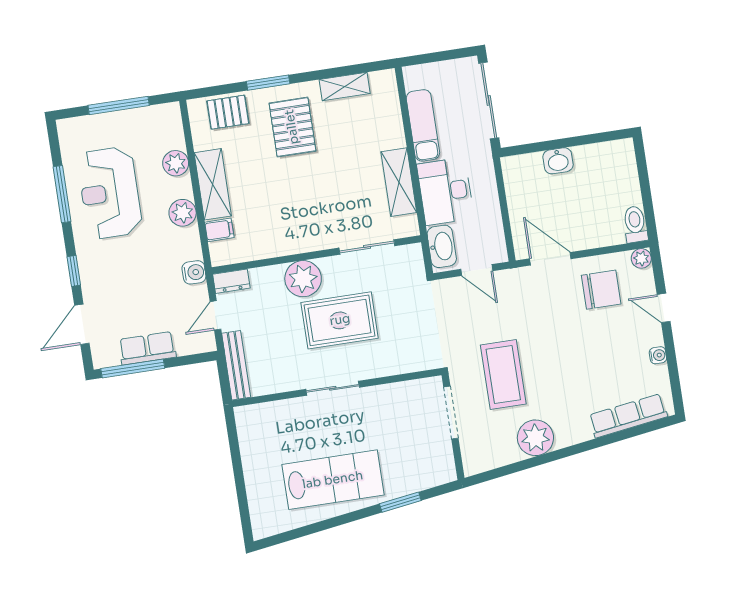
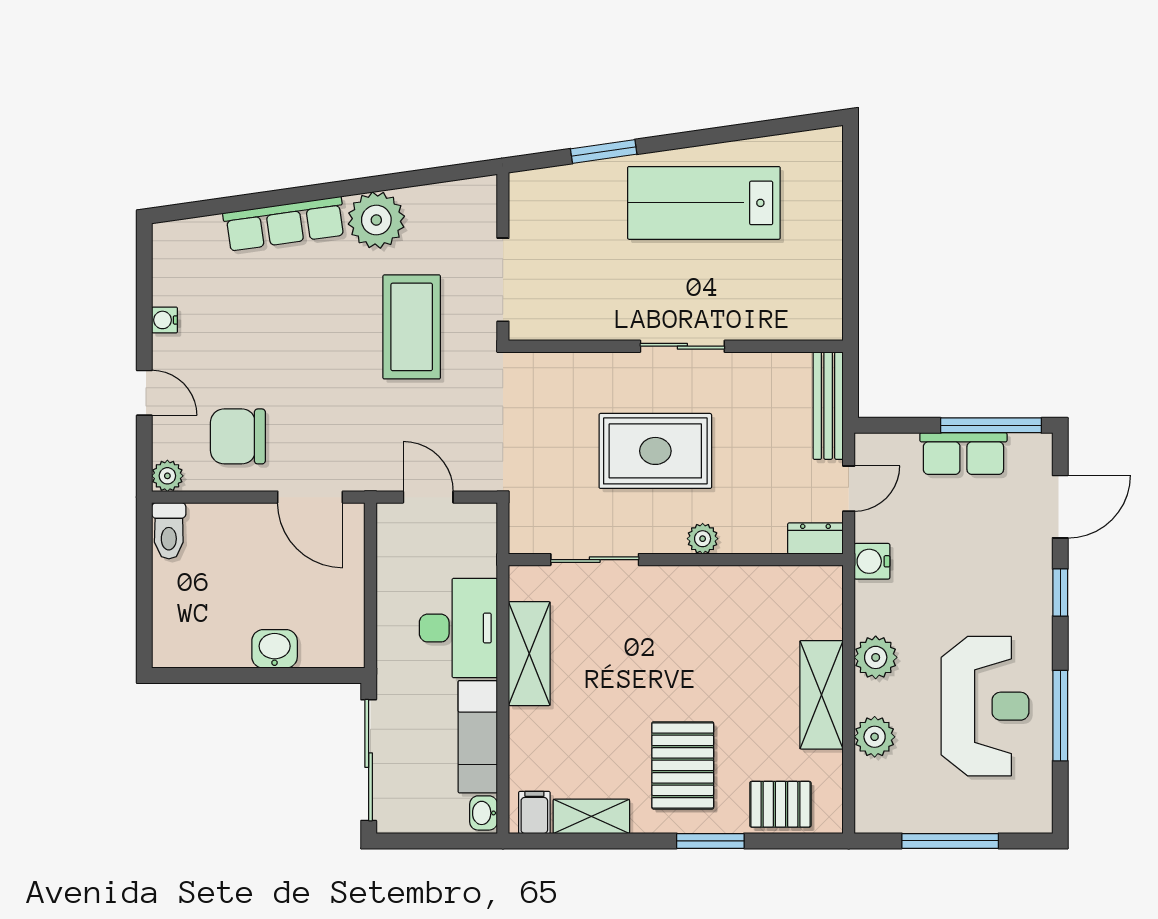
filing cabinet: (219, 230) -> (534, 813), moved, turned 90
washbasin: (442, 246) -> (484, 813), moved, width x0.52, depth x0.69
plant: (303, 279) -> (703, 539), width x0.53, depth x0.53
row of seats: (628, 416) -> (284, 224), moved

